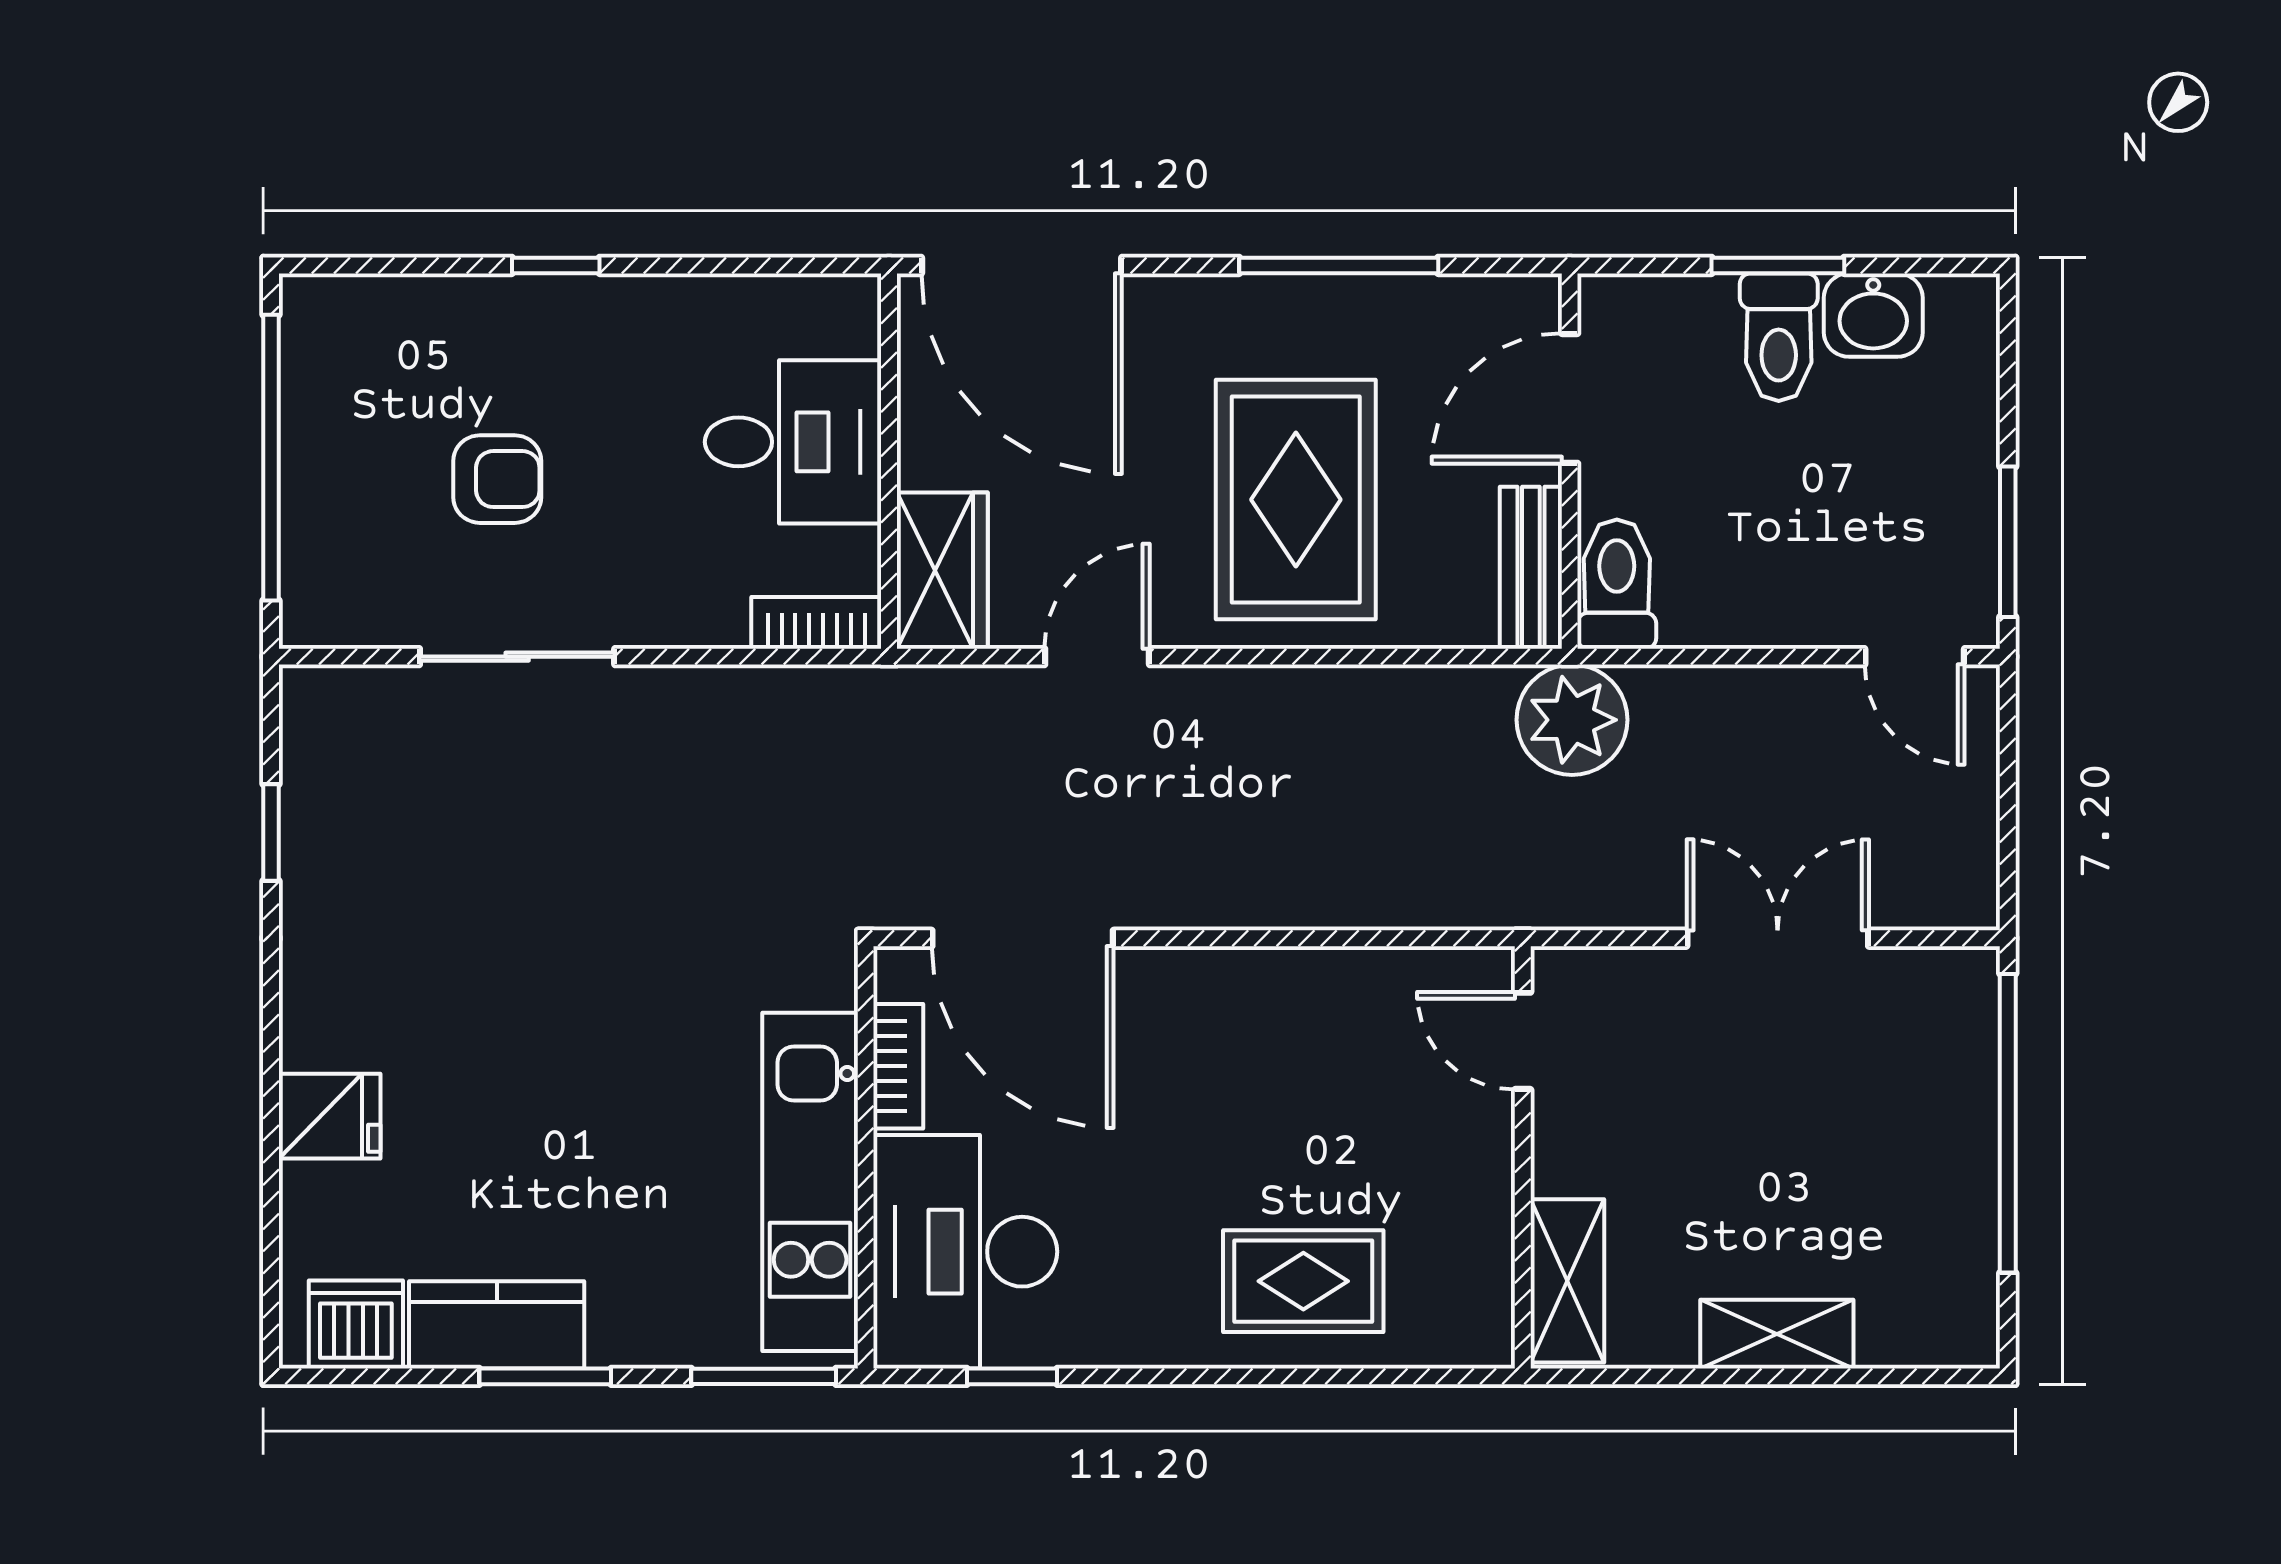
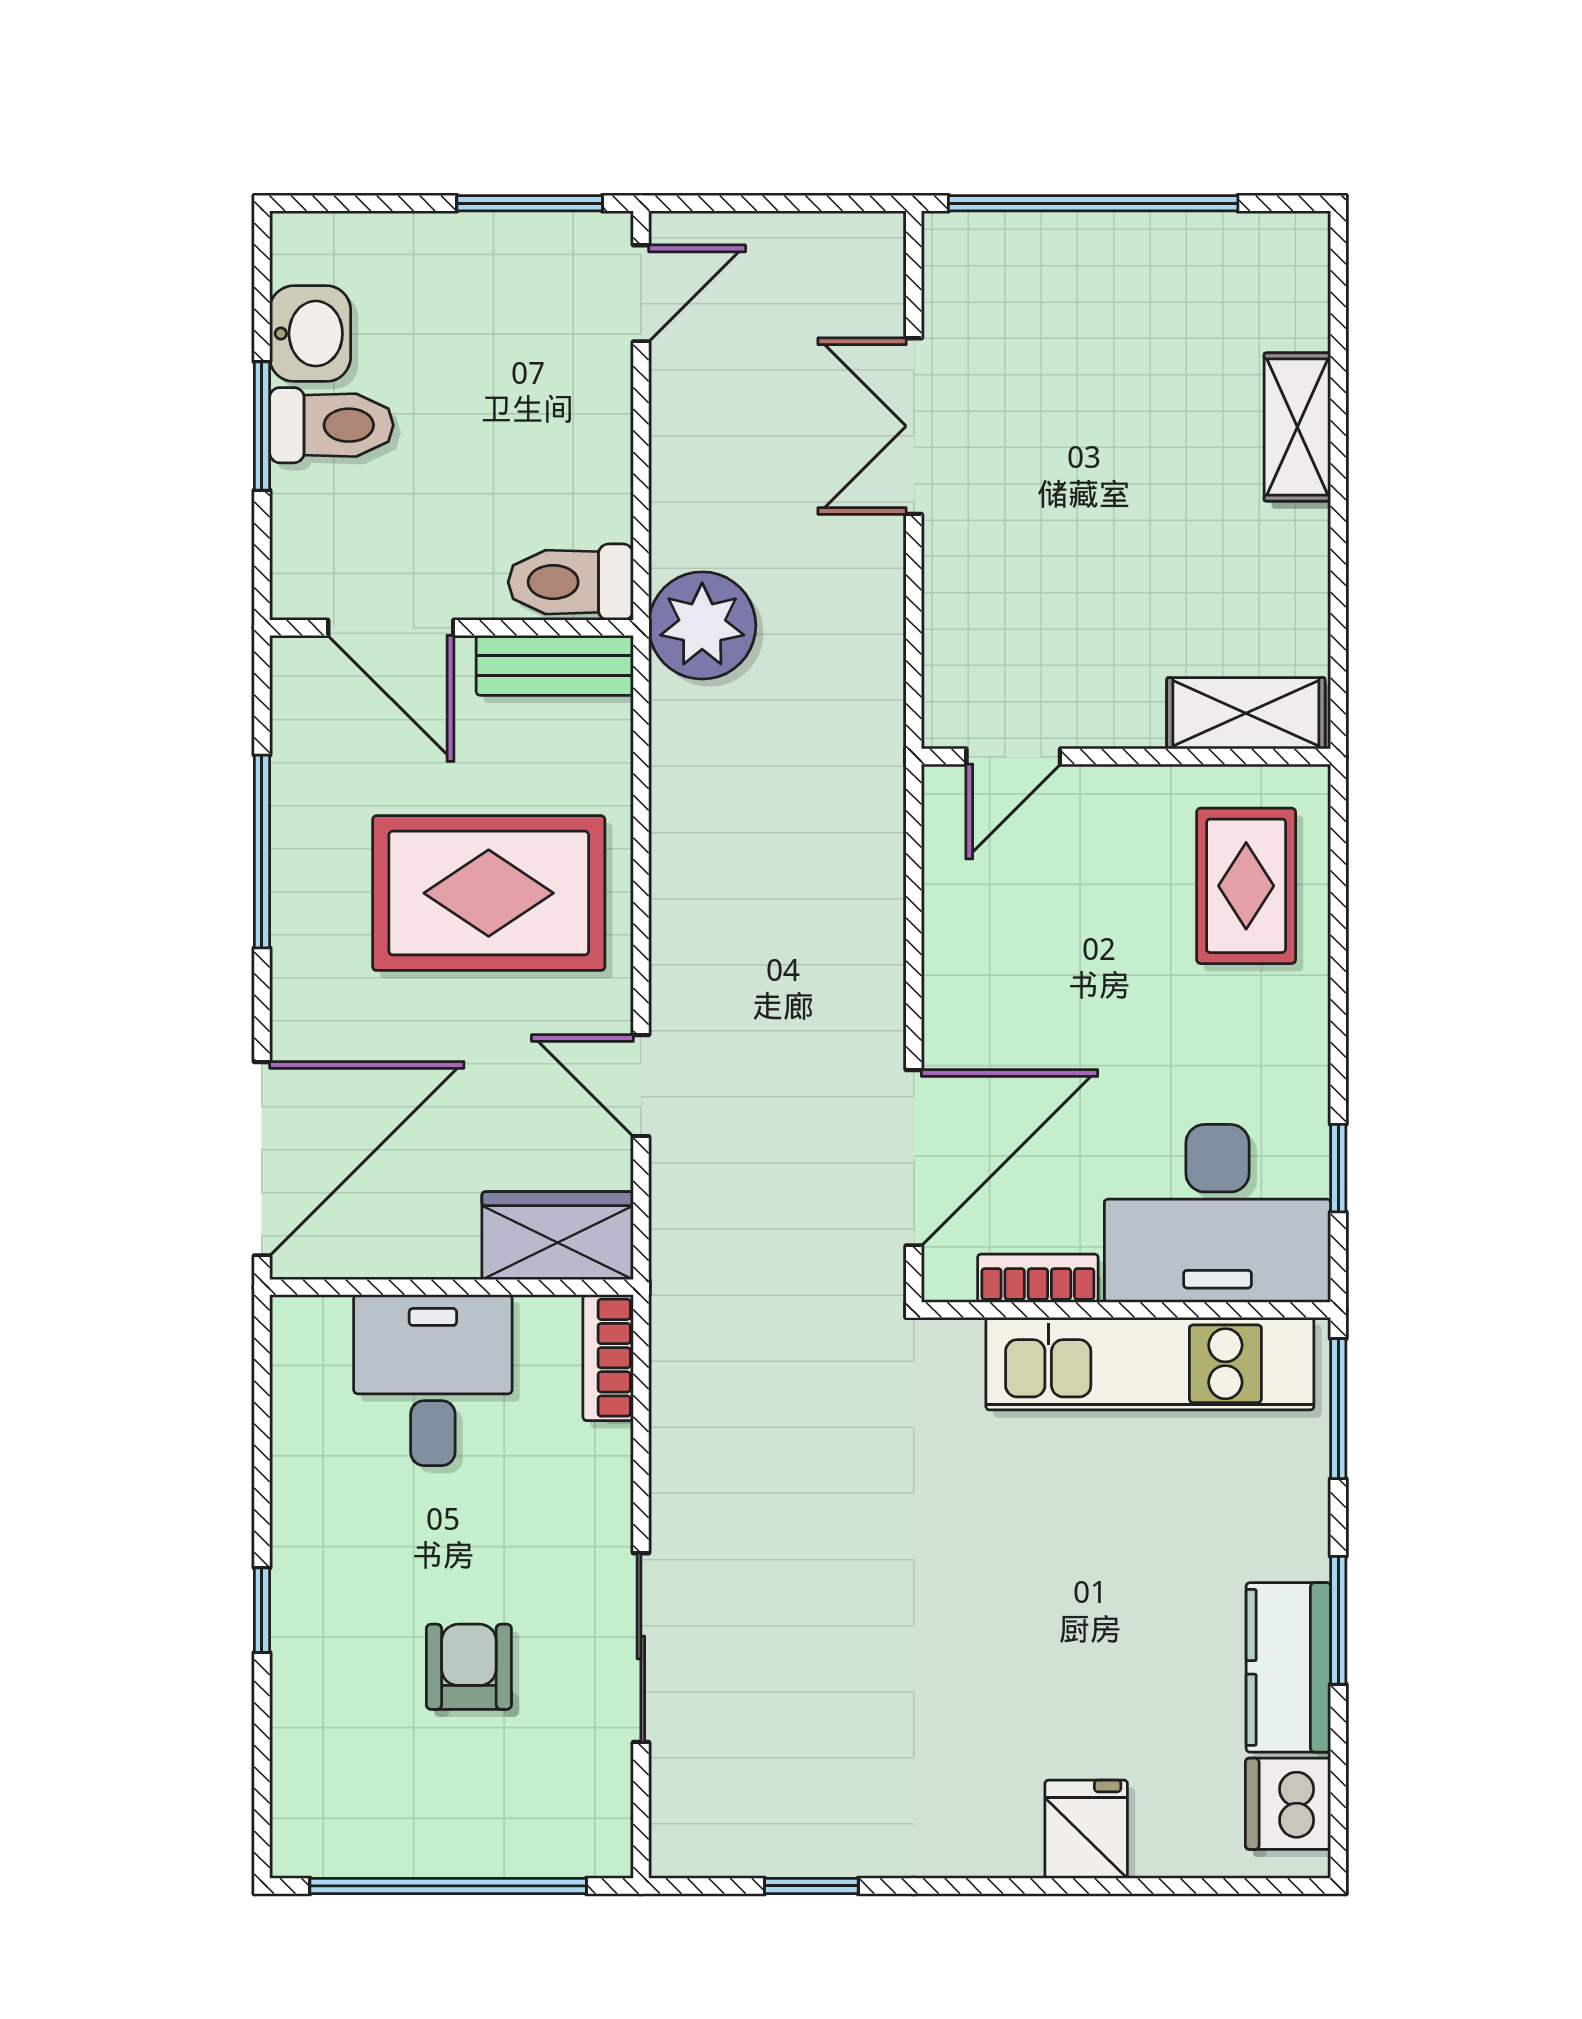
door: (1523, 1041) -> (1013, 757), moved
wall: (1523, 1157) -> (1126, 757), moved
shelving: (1567, 1281) -> (1246, 713), moved

